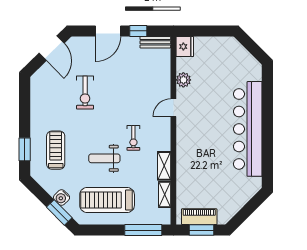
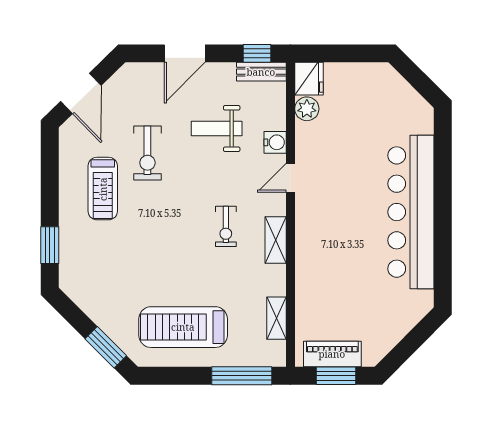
window: (138, 31) -> (257, 53), moved
door: (52, 48) -> (81, 93), moved
plant: (183, 80) -> (307, 109), moved
treadmill: (56, 150) -> (103, 189), moved, turned 180
weight bench: (104, 158) -> (217, 129), moved
shelving: (164, 166) -> (276, 240), moved
water cooler: (62, 197) -> (275, 142), moved, turned -135

